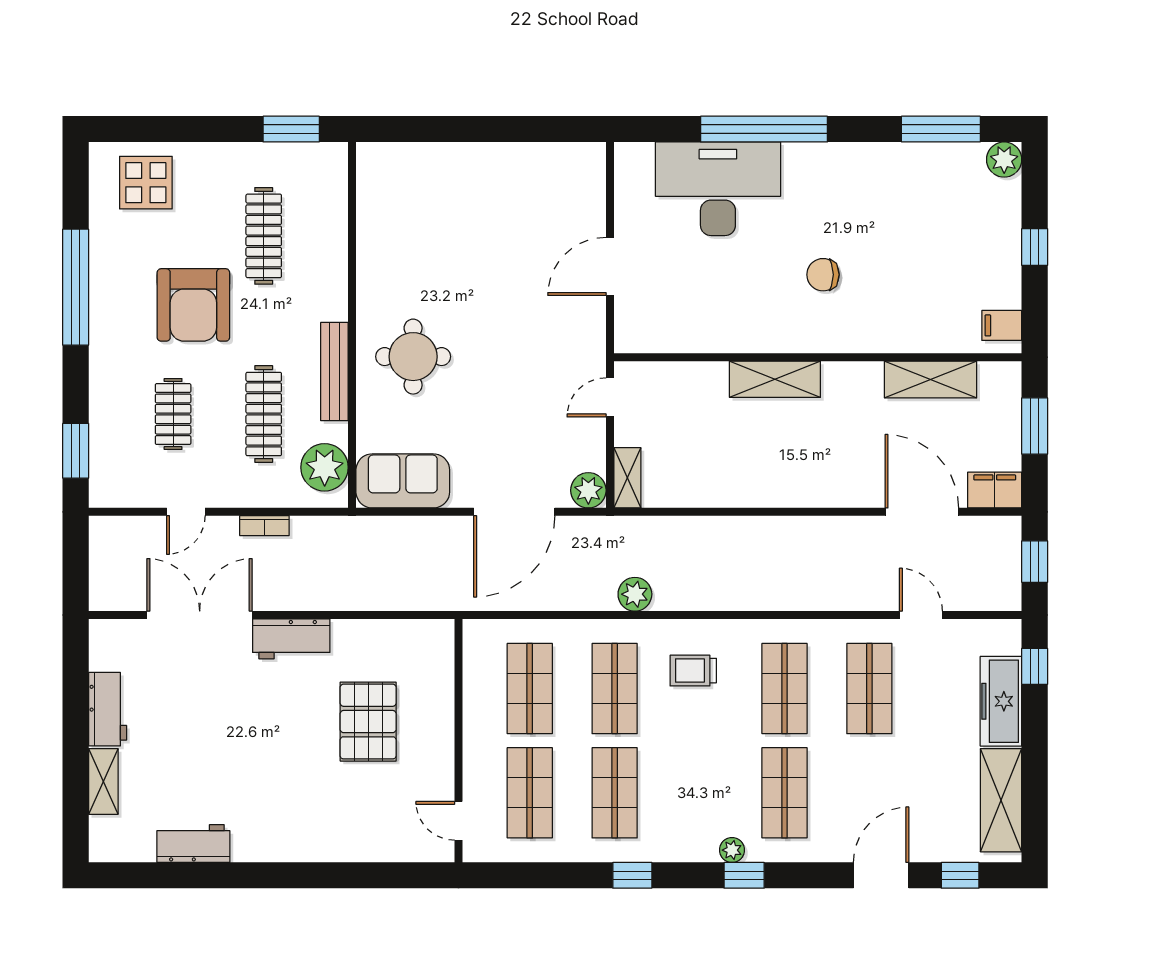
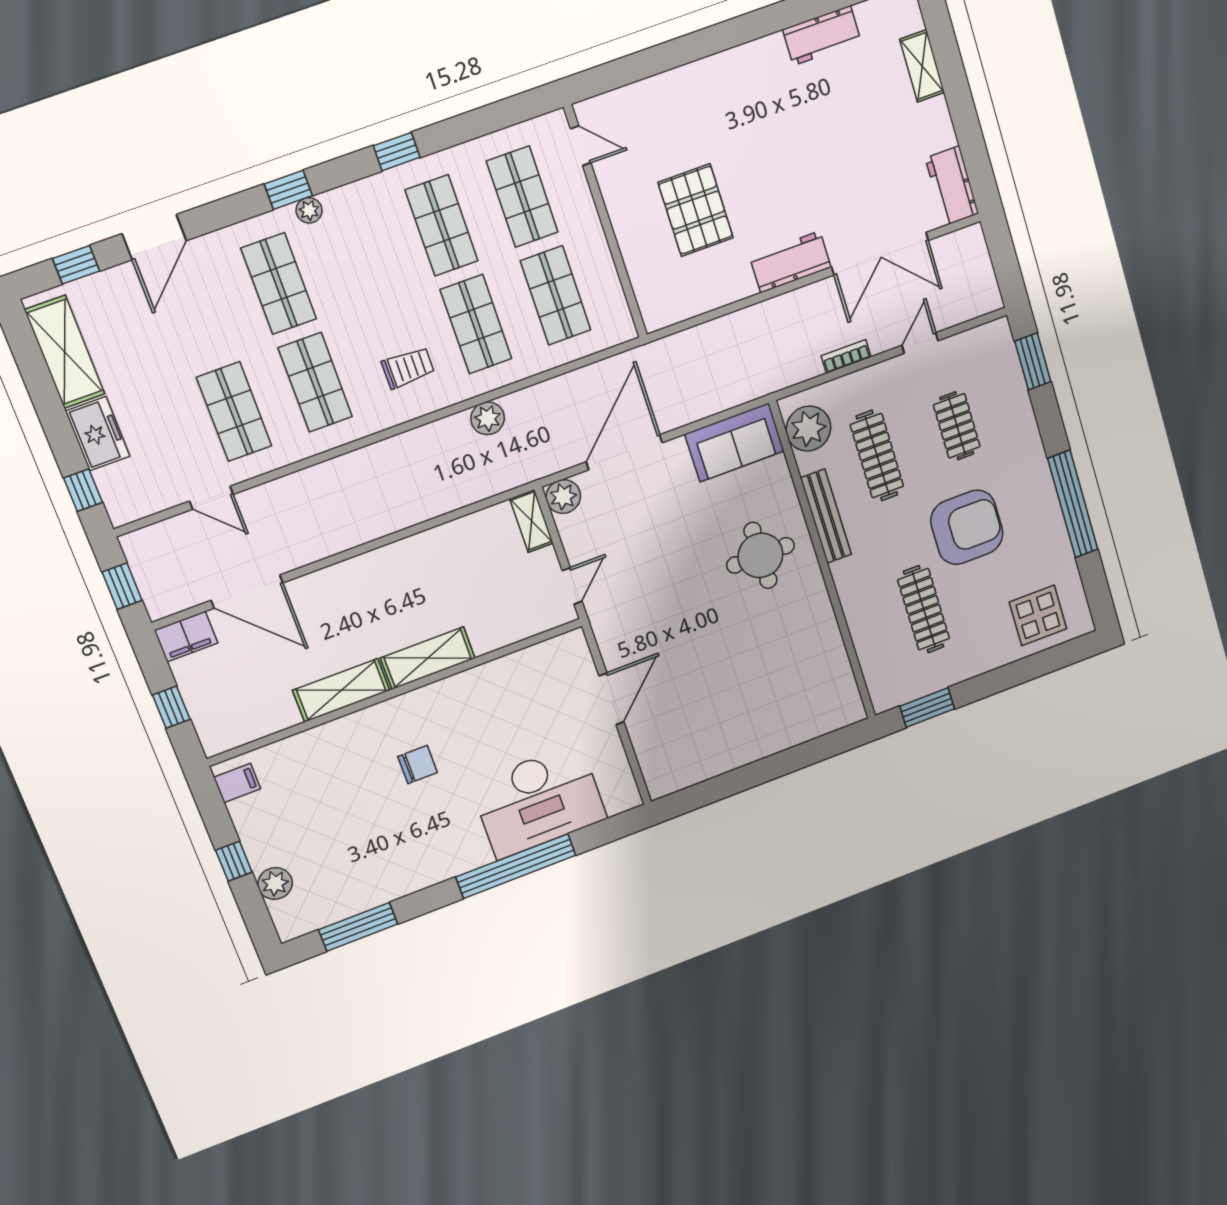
plant: (1004, 160) -> (275, 884), moved
armchair: (193, 305) -> (967, 527), turned 90
shelving: (931, 379) -> (341, 690), moved
window: (1035, 426) -> (171, 707), width x0.67
freezer: (1001, 701) -> (98, 434), width x0.71
workbench: (108, 709) -> (952, 186), moved

